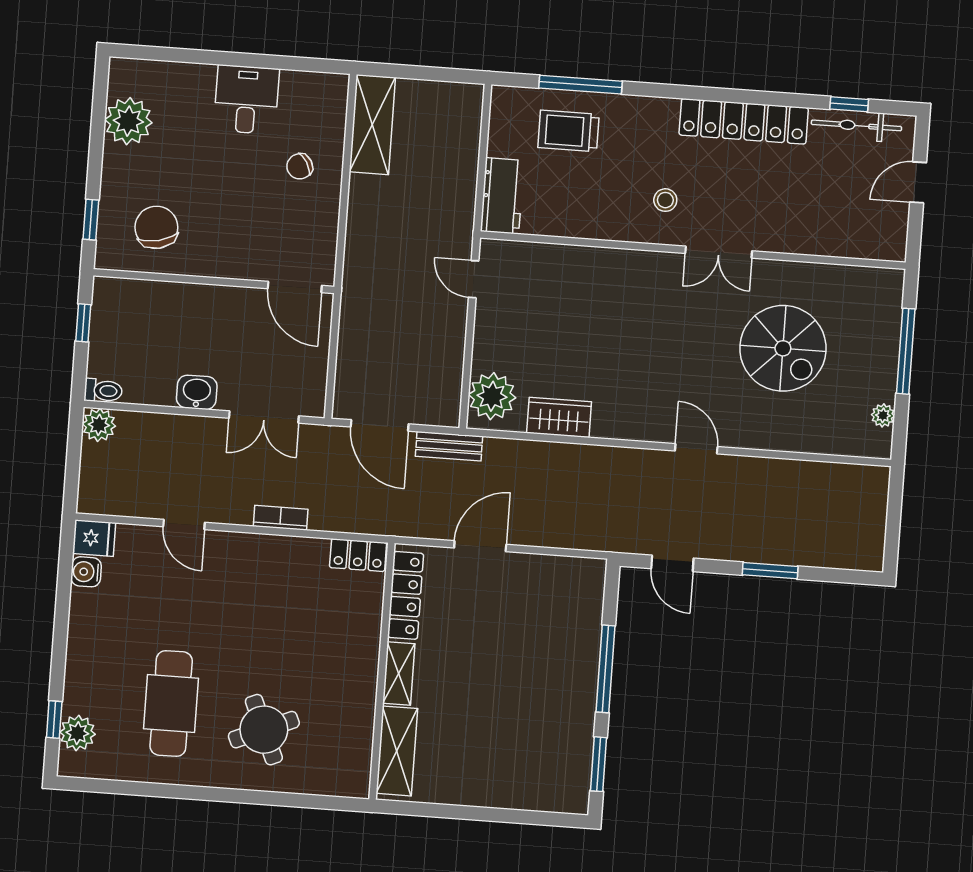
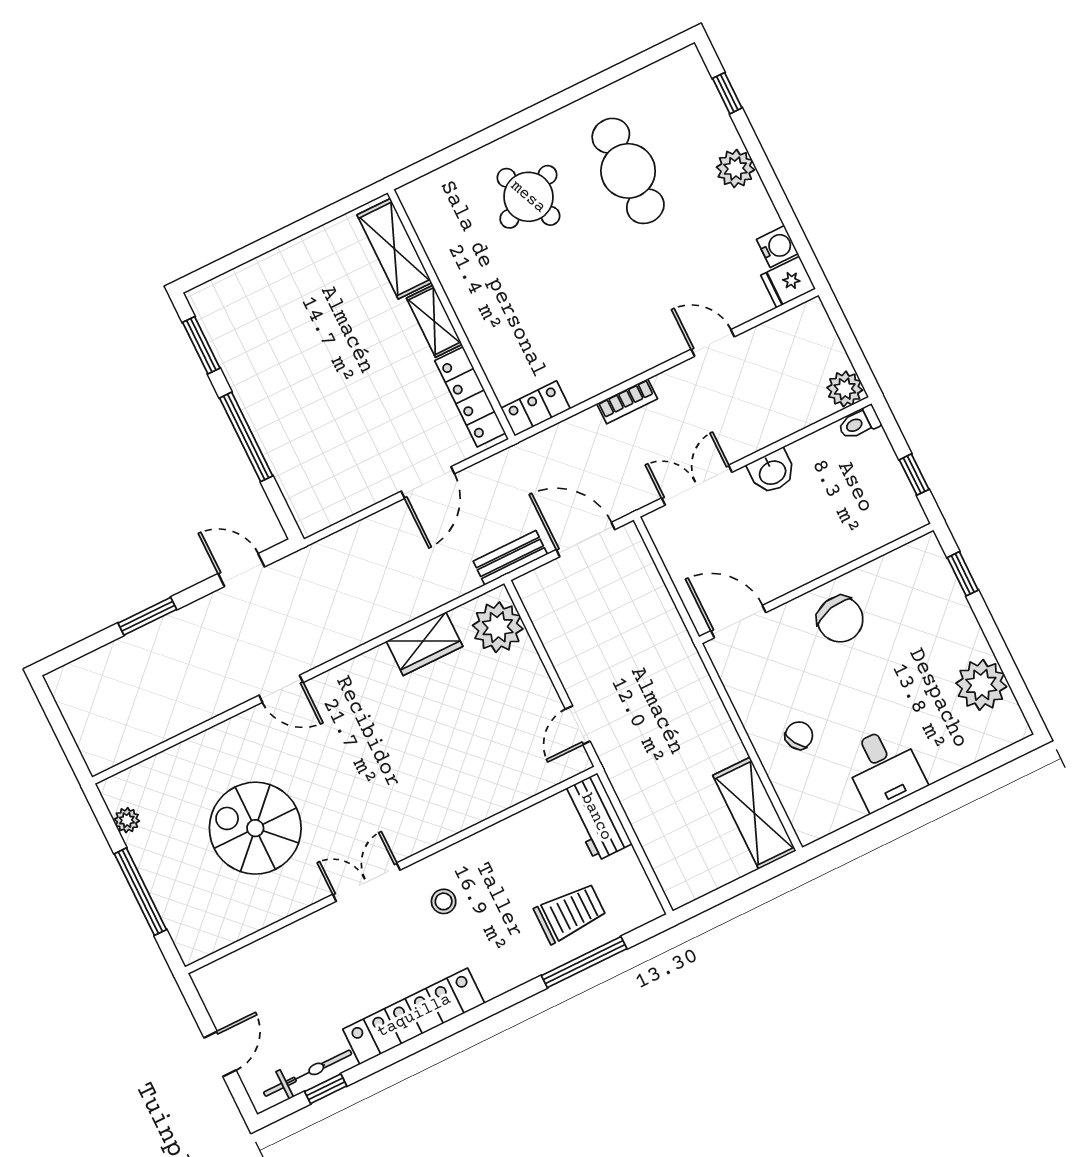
chair: (156, 227) -> (840, 619), moved
door: (474, 279) -> (578, 725), swing flipped
plant: (77, 733) -> (735, 169), moved

